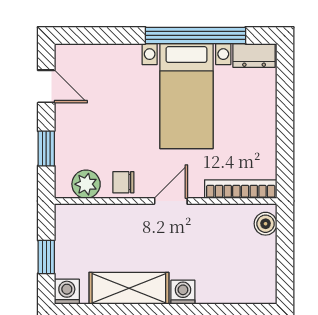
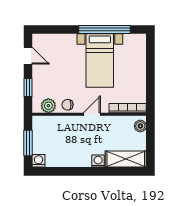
dresser: (254, 55) -> (135, 40), removed
window: (46, 257) -> (28, 143), width x1.50
shelving: (129, 288) -> (126, 159), moved

